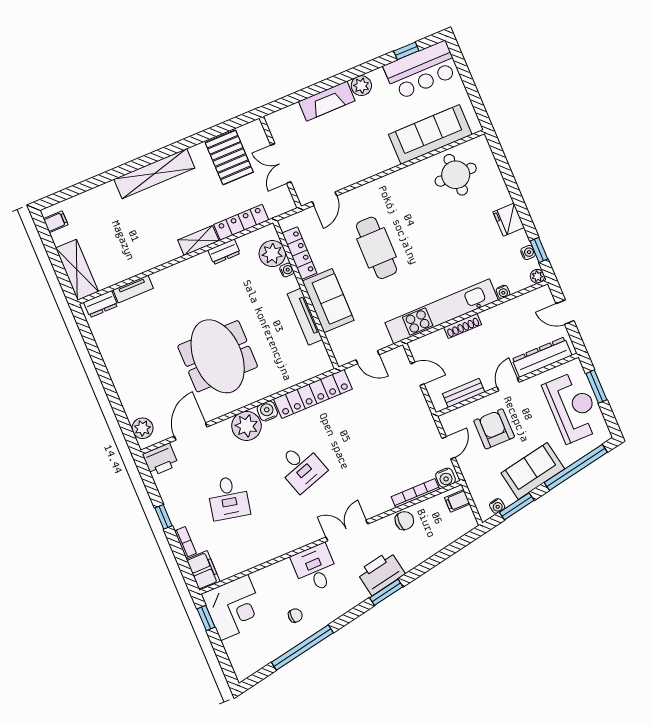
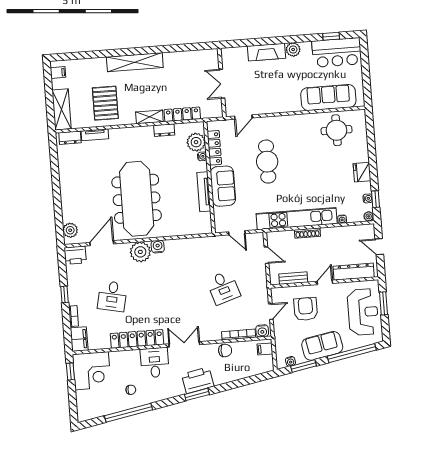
pallet: (229, 157) -> (105, 103), moved
meeting table: (218, 356) -> (137, 199), width x1.36
locker: (313, 394) -> (137, 339), moved, turned 180
desk: (301, 467) -> (223, 288), moved

